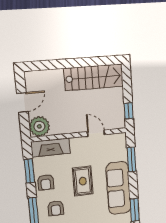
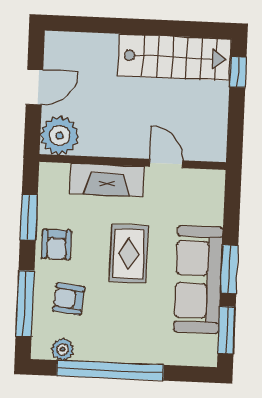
window: (129, 111) -> (238, 72), moved
fireplace: (51, 148) -> (107, 180), moved
window: (132, 159) -> (229, 269), moved
armchair: (56, 208) -> (69, 299), turned 96

